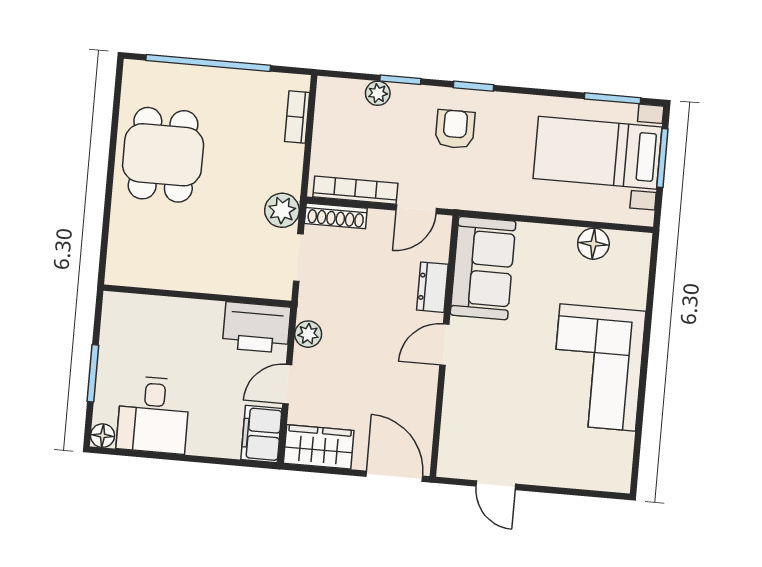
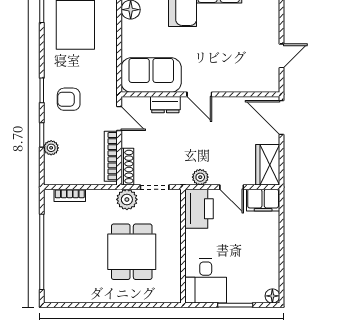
dining table: (163, 155) -> (132, 252), moved, turned 90
desk: (153, 415) -> (206, 281), moved, turned 90
door: (394, 476) -> (282, 118), hinge flipped

